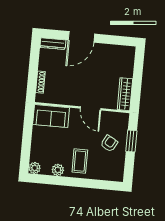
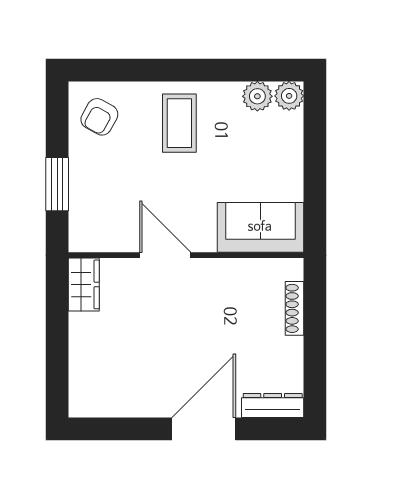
wardrobe: (125, 94) -> (84, 284), width x0.67
armchair: (109, 143) -> (99, 117), moved
plant: (58, 170) -> (257, 96), moved

